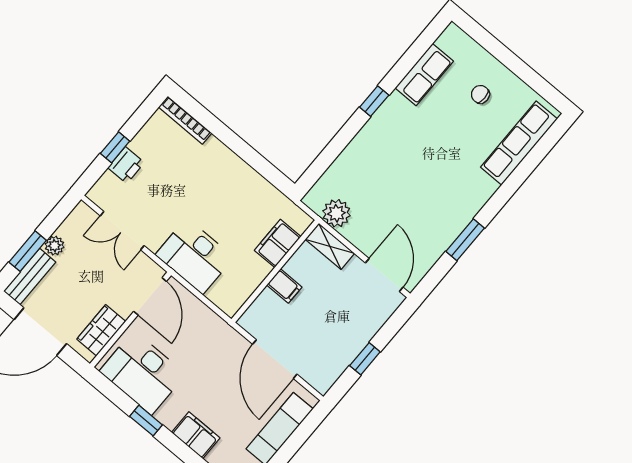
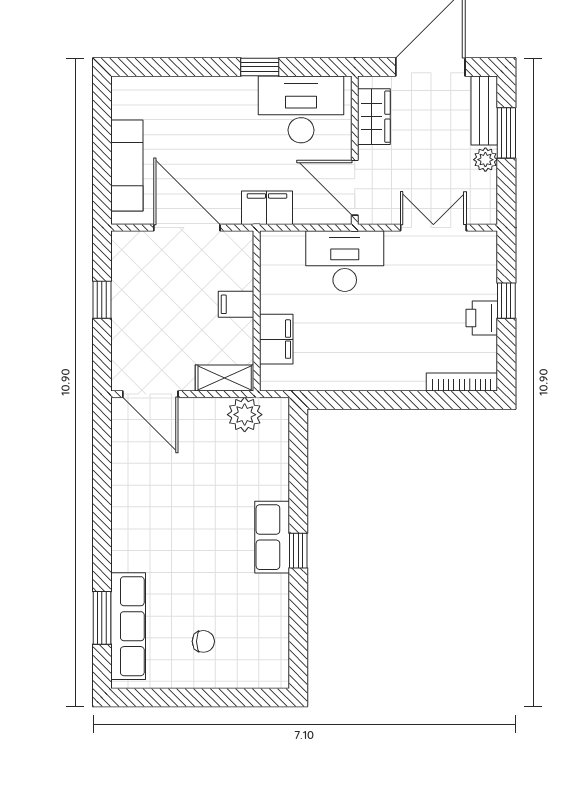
row of seats: (424, 75) -> (272, 537), moved
printer: (126, 165) -> (482, 318), moved
window: (465, 240) -> (102, 618), moved
filing cabinet: (196, 435) -> (267, 208), moved, turned 180

